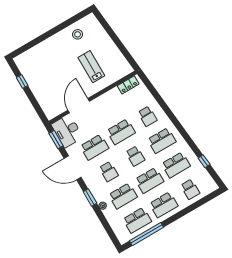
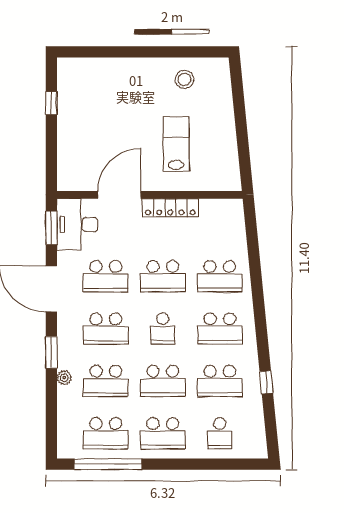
locker: (128, 85) -> (170, 208), moved, width x1.53
school desk: (148, 116) -> (220, 276), width x1.85
window: (204, 161) -> (266, 382), moved
school desk: (109, 172) -> (106, 329), width x1.85

